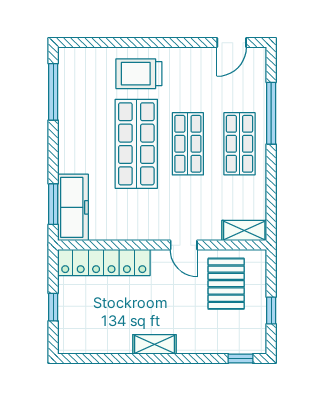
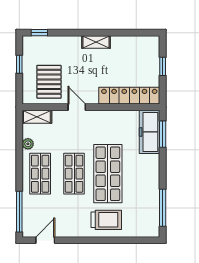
window: (271, 113) -> (19, 212), moved
plant: (258, 189) -> (28, 144), added

